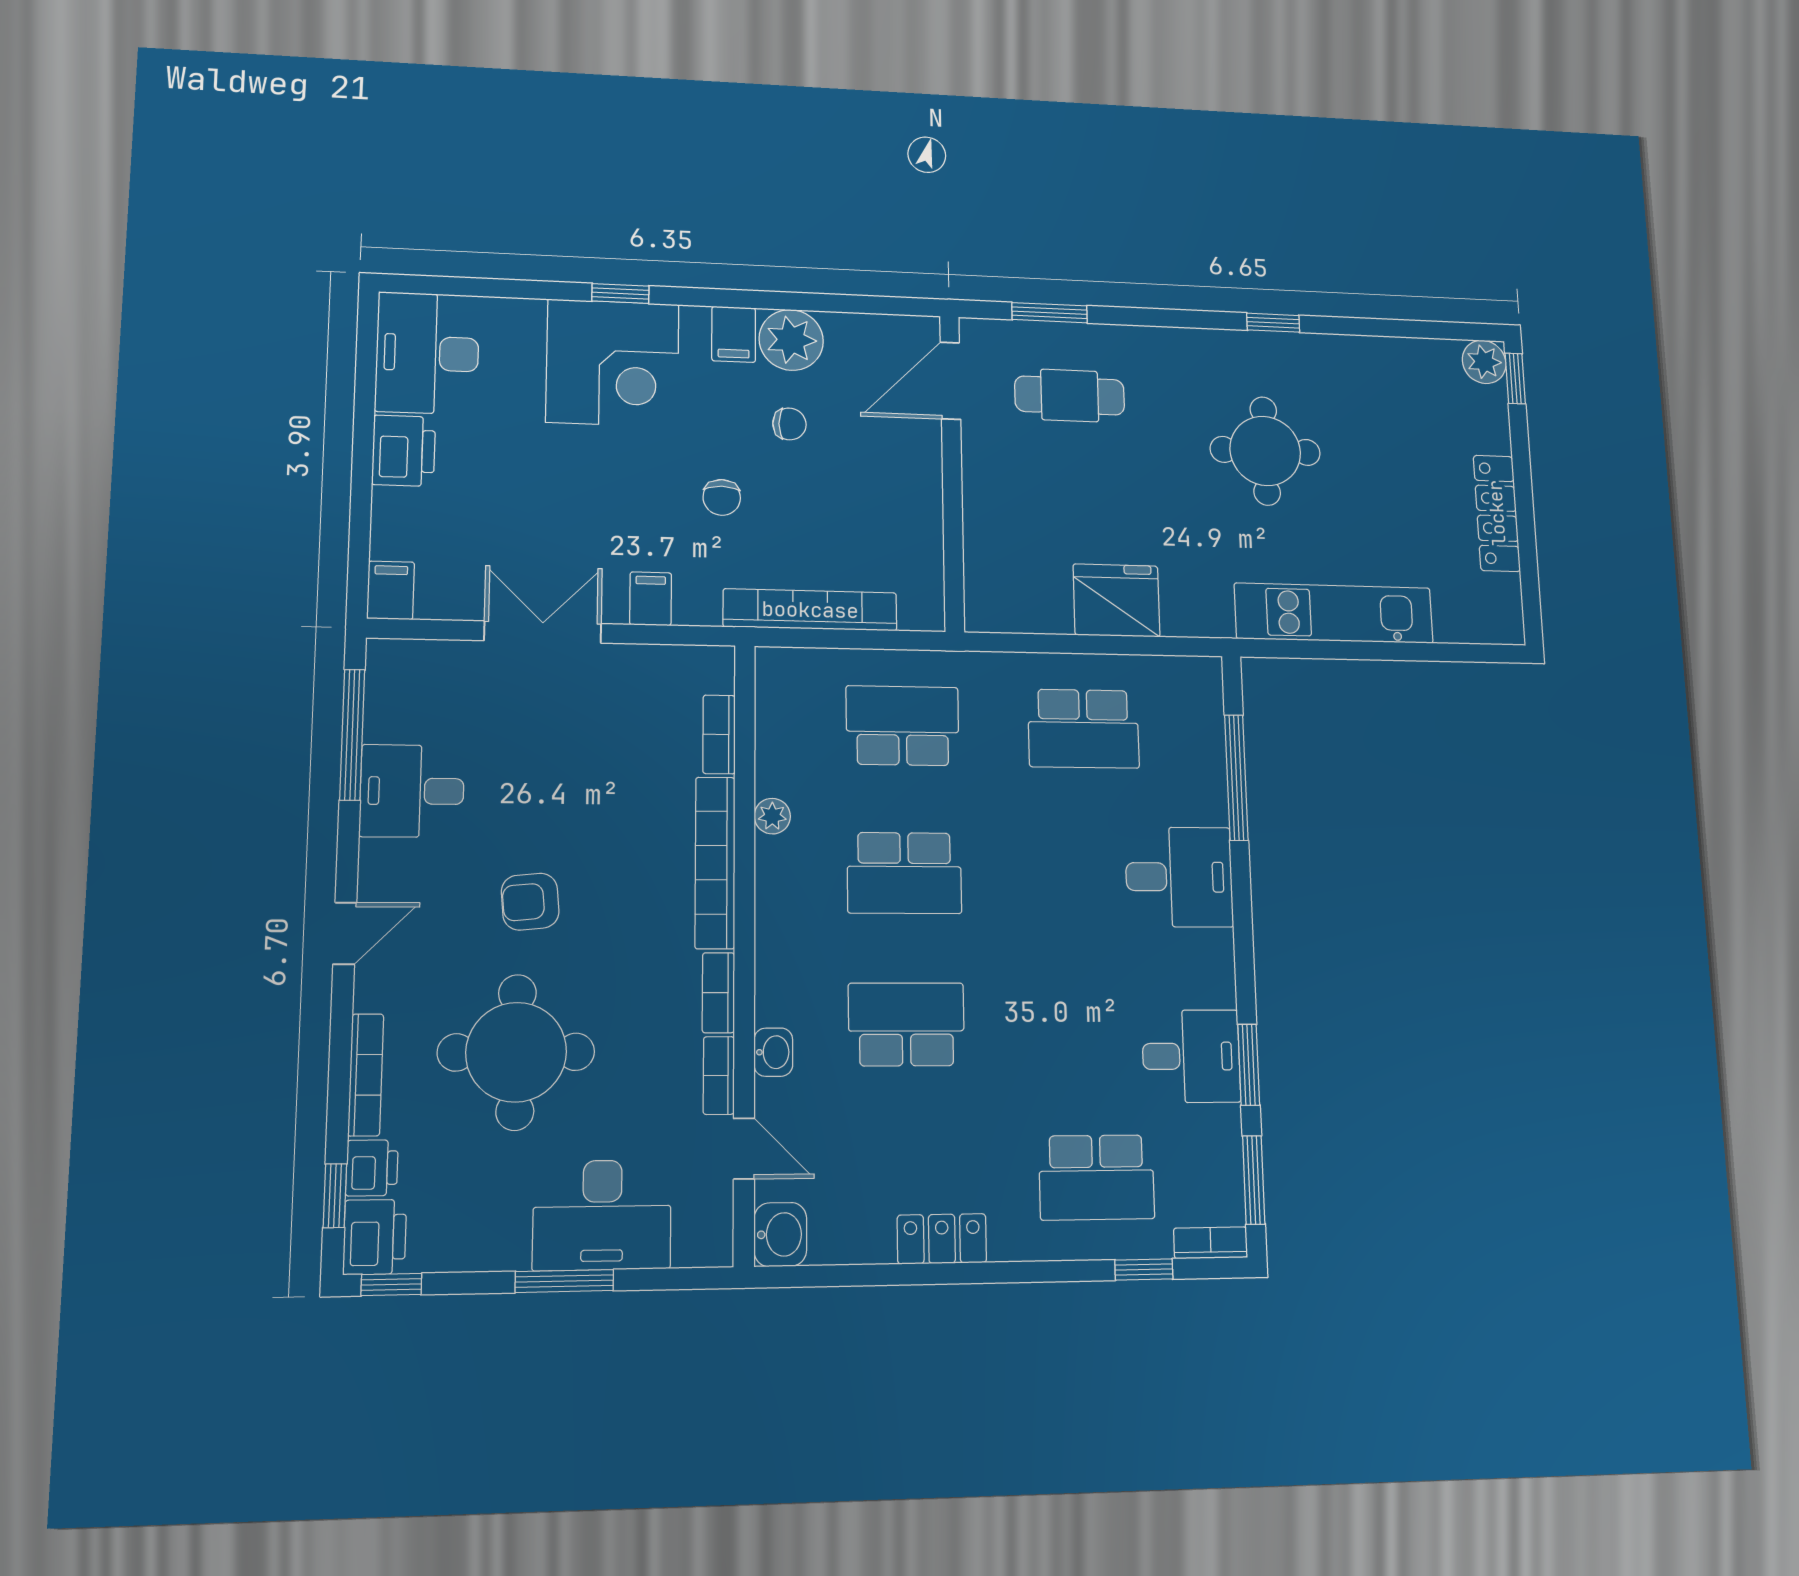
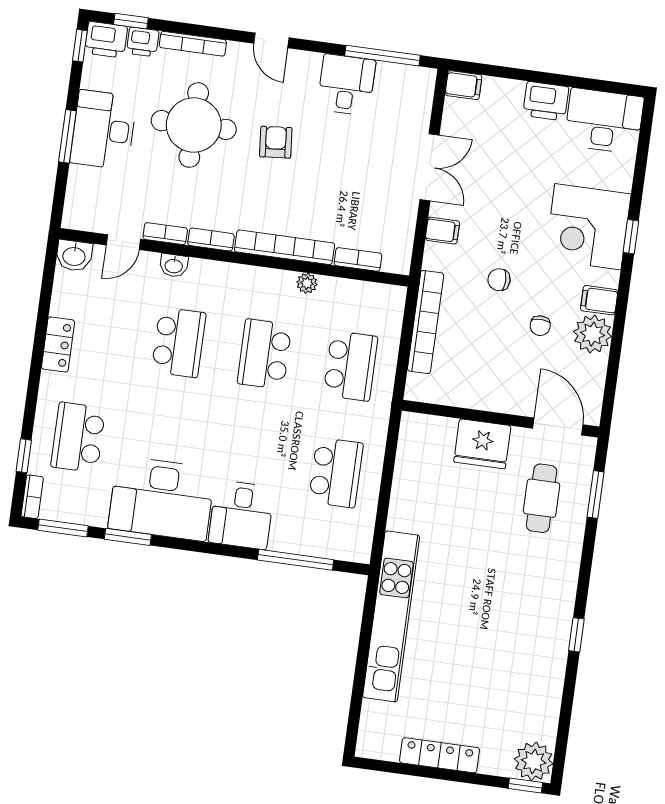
plant: (1484, 362) -> (534, 761), width x1.36, depth x1.36
round table: (1265, 451) -> (494, 614), removed
fridge: (1117, 600) -> (482, 444), moved, turned 90
kitchen unit: (1334, 613) -> (391, 616), width x1.36
school desk: (1083, 729) -> (336, 473), turned 180
desk: (1191, 1056) -> (162, 498), width x1.87, depth x1.30
desk: (602, 1215) -> (103, 130), moved

